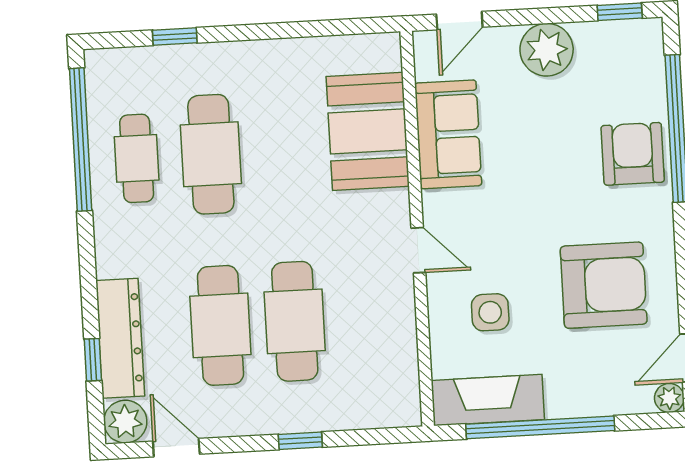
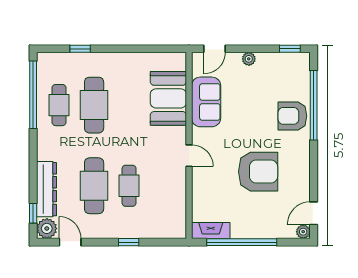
plant: (547, 50) -> (249, 59), width x0.53, depth x0.53
armchair: (633, 154) -> (292, 116), turned -90
armchair: (604, 285) -> (258, 172), moved
side table: (490, 312) -> (221, 187), removed
cafe table: (295, 321) -> (129, 186), width x0.73, depth x0.74
window: (93, 360) -> (33, 213), moved
fireplace: (488, 400) -> (211, 230), width x0.73, depth x0.76

